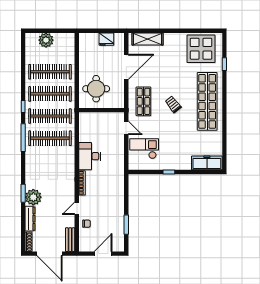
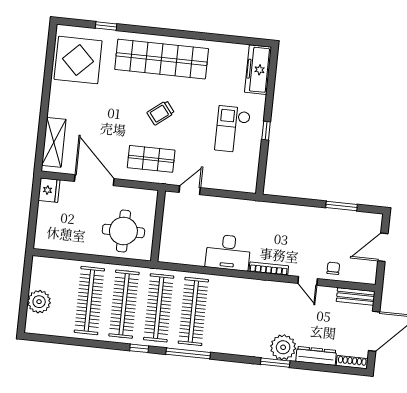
fridge: (106, 39) -> (49, 190), moved
checkout: (144, 149) -> (233, 129), moved
door: (103, 254) -> (383, 247), hinge flipped

